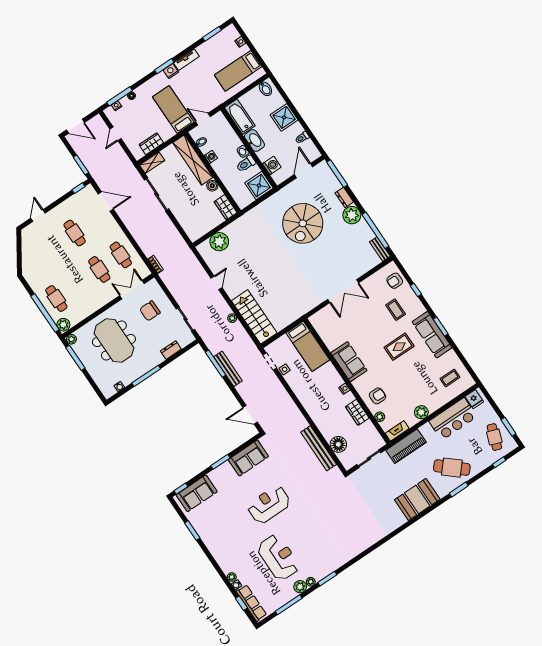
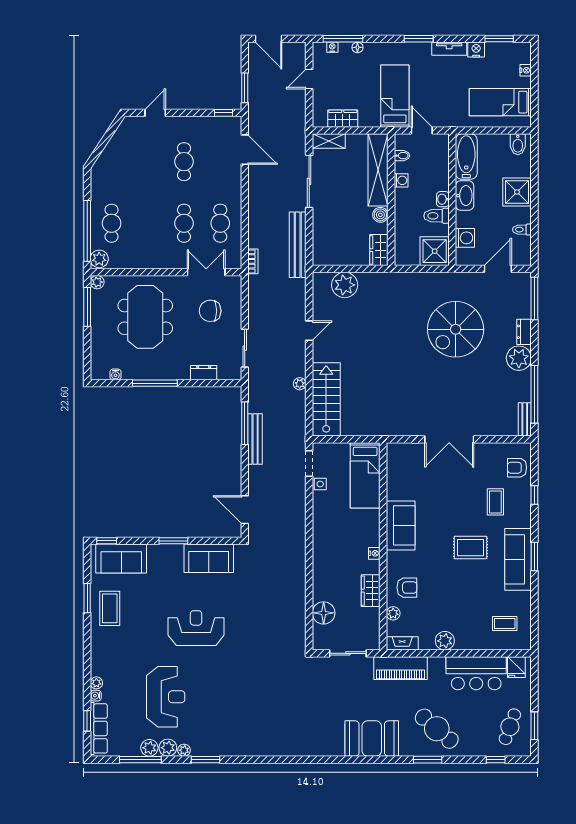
nightstand: (171, 71) -> (476, 50), moved
bench: (319, 448) -> (298, 245), moved
coffee table: (210, 527) -> (110, 608), added
plant: (289, 594) -> (149, 748), added

